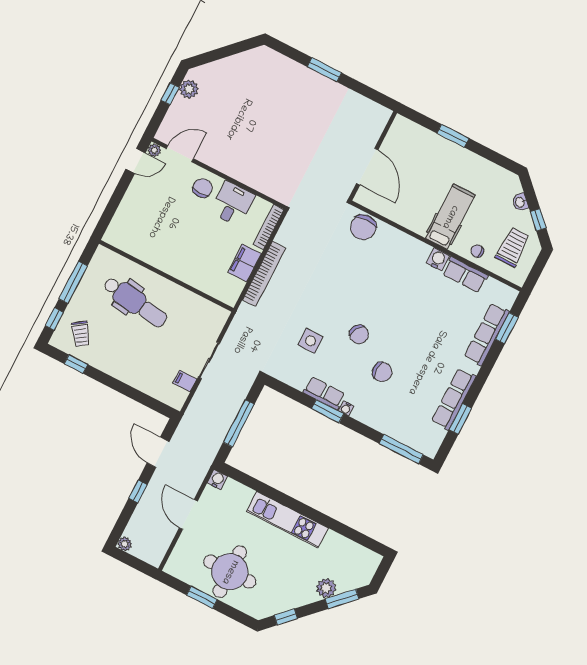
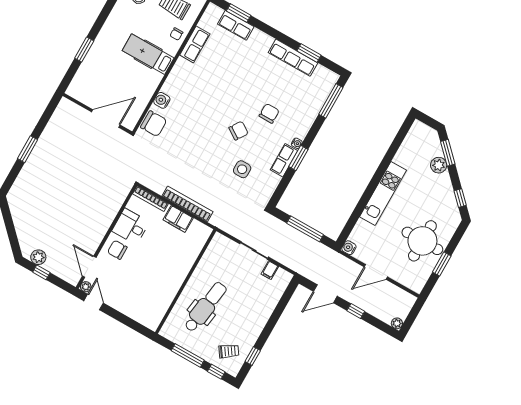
water cooler: (438, 259) -> (162, 100), moved
row of seats: (487, 334) -> (236, 25), width x0.68

